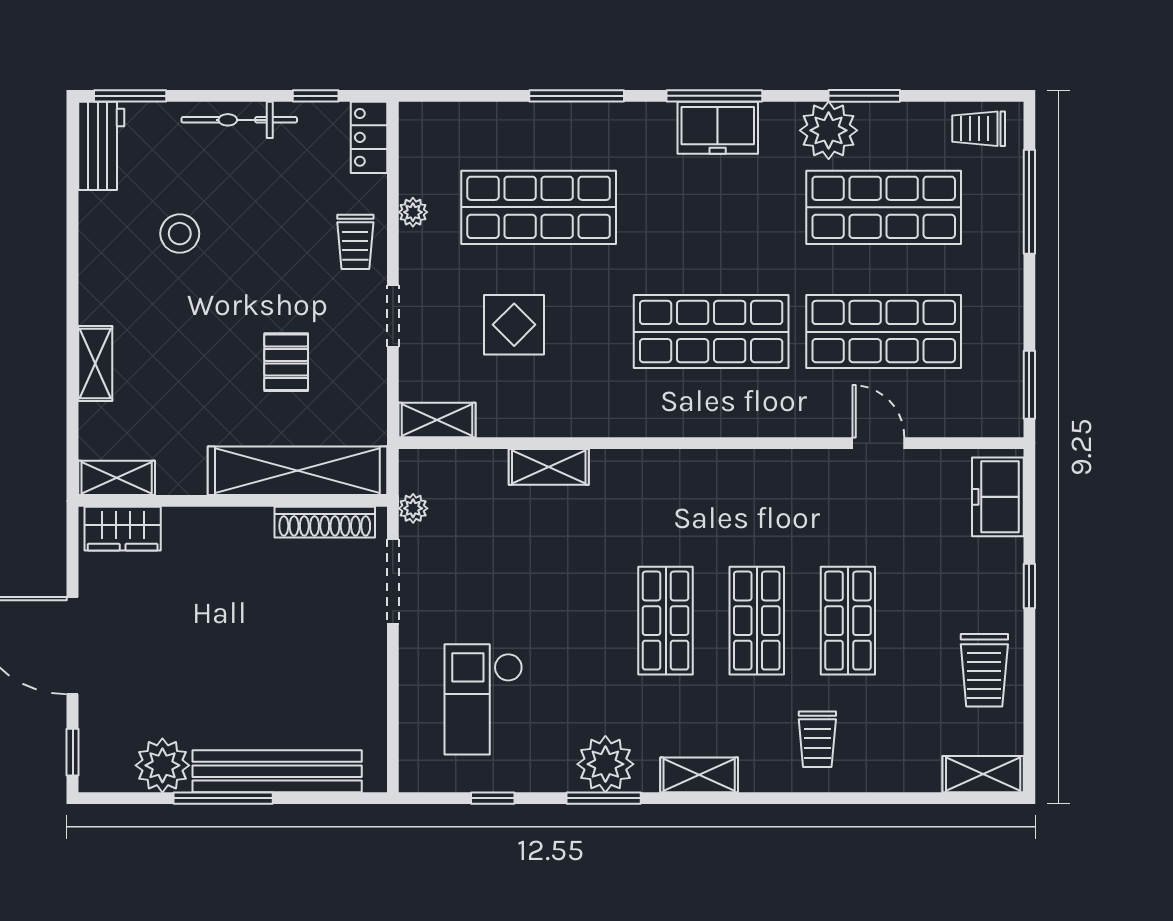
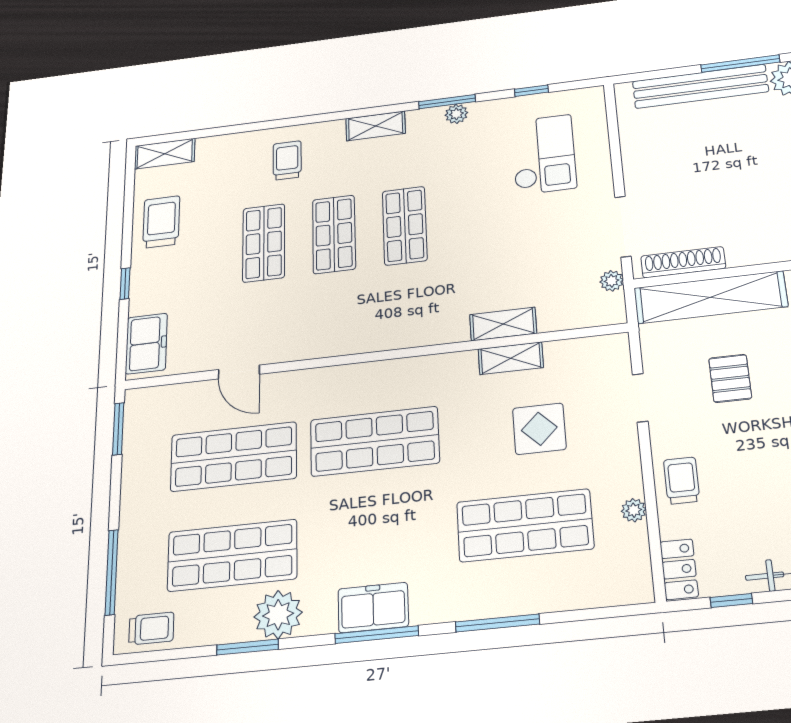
doorway: (393, 316) -> (640, 398), moved
shelving: (437, 420) -> (511, 358), moved
plant: (605, 764) -> (456, 114), width x0.53, depth x0.53

